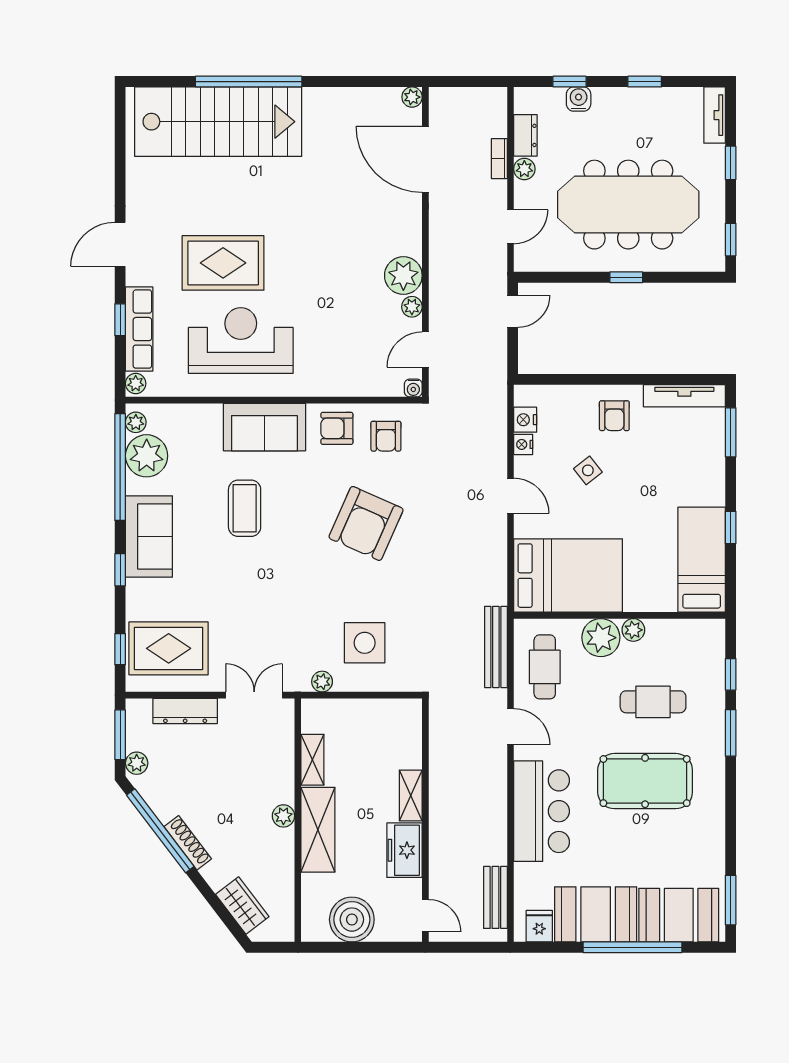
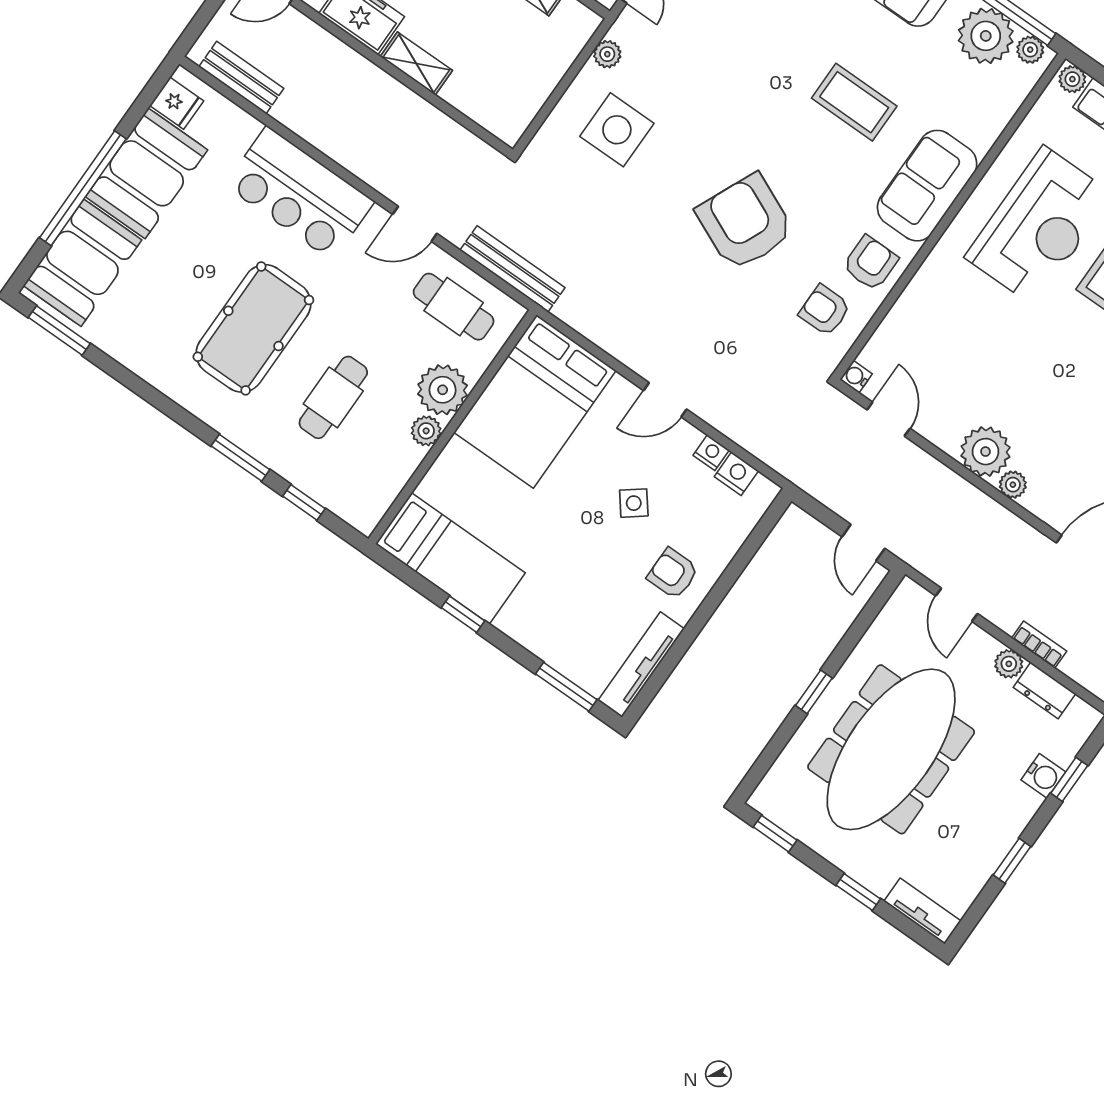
plant: (412, 307) -> (1013, 485), moved

